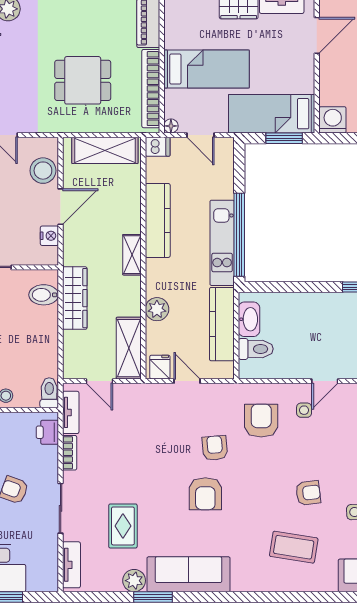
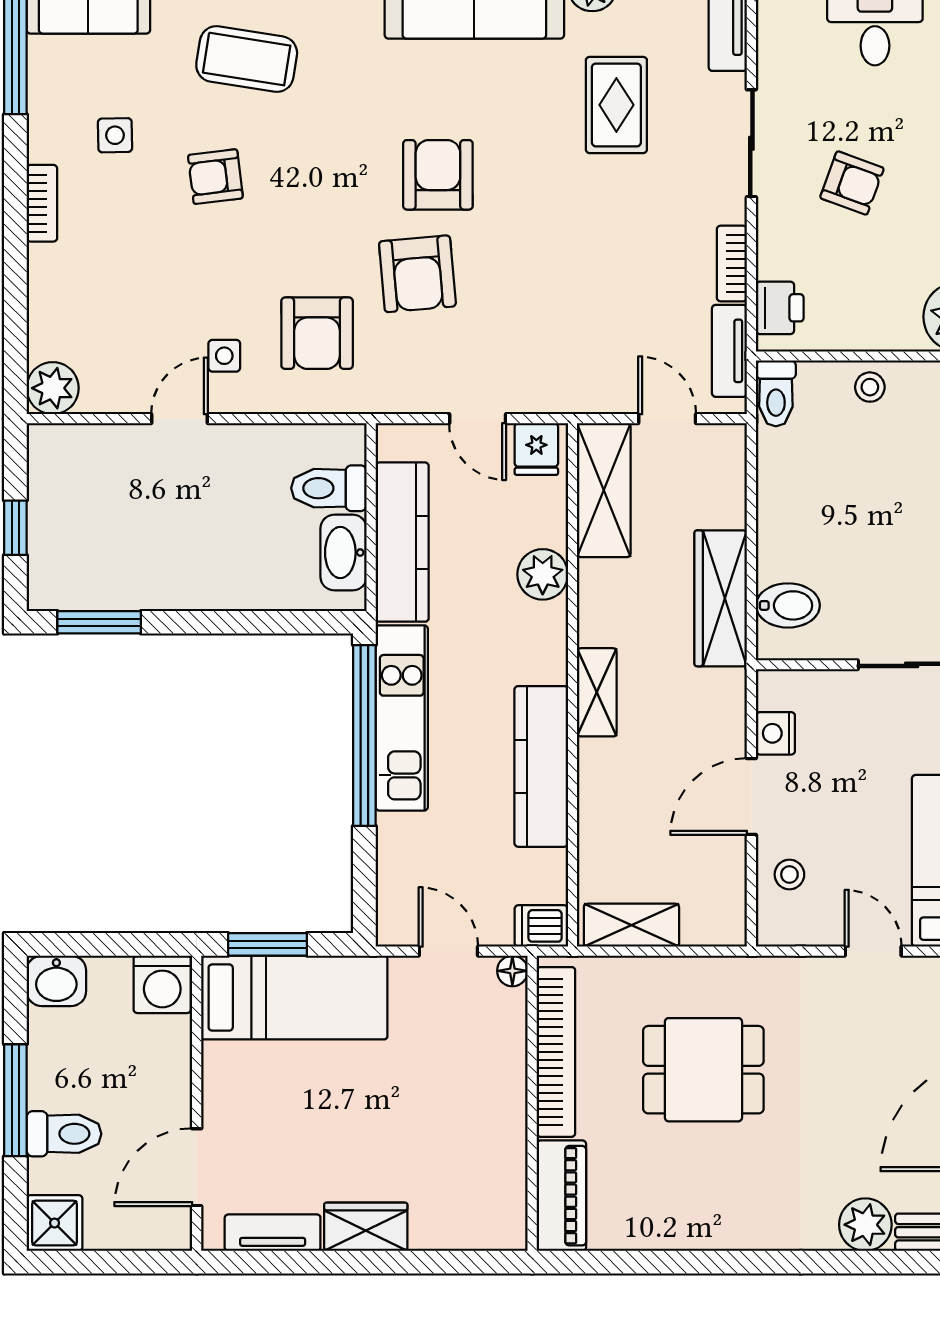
bed: (206, 69) -> (435, 1094), removed
shelving: (105, 150) -> (631, 925), width x0.67, depth x0.75
stool: (43, 171) -> (789, 874), width x0.53, depth x0.53
armchair: (215, 448) -> (417, 274), width x1.38, depth x1.38

